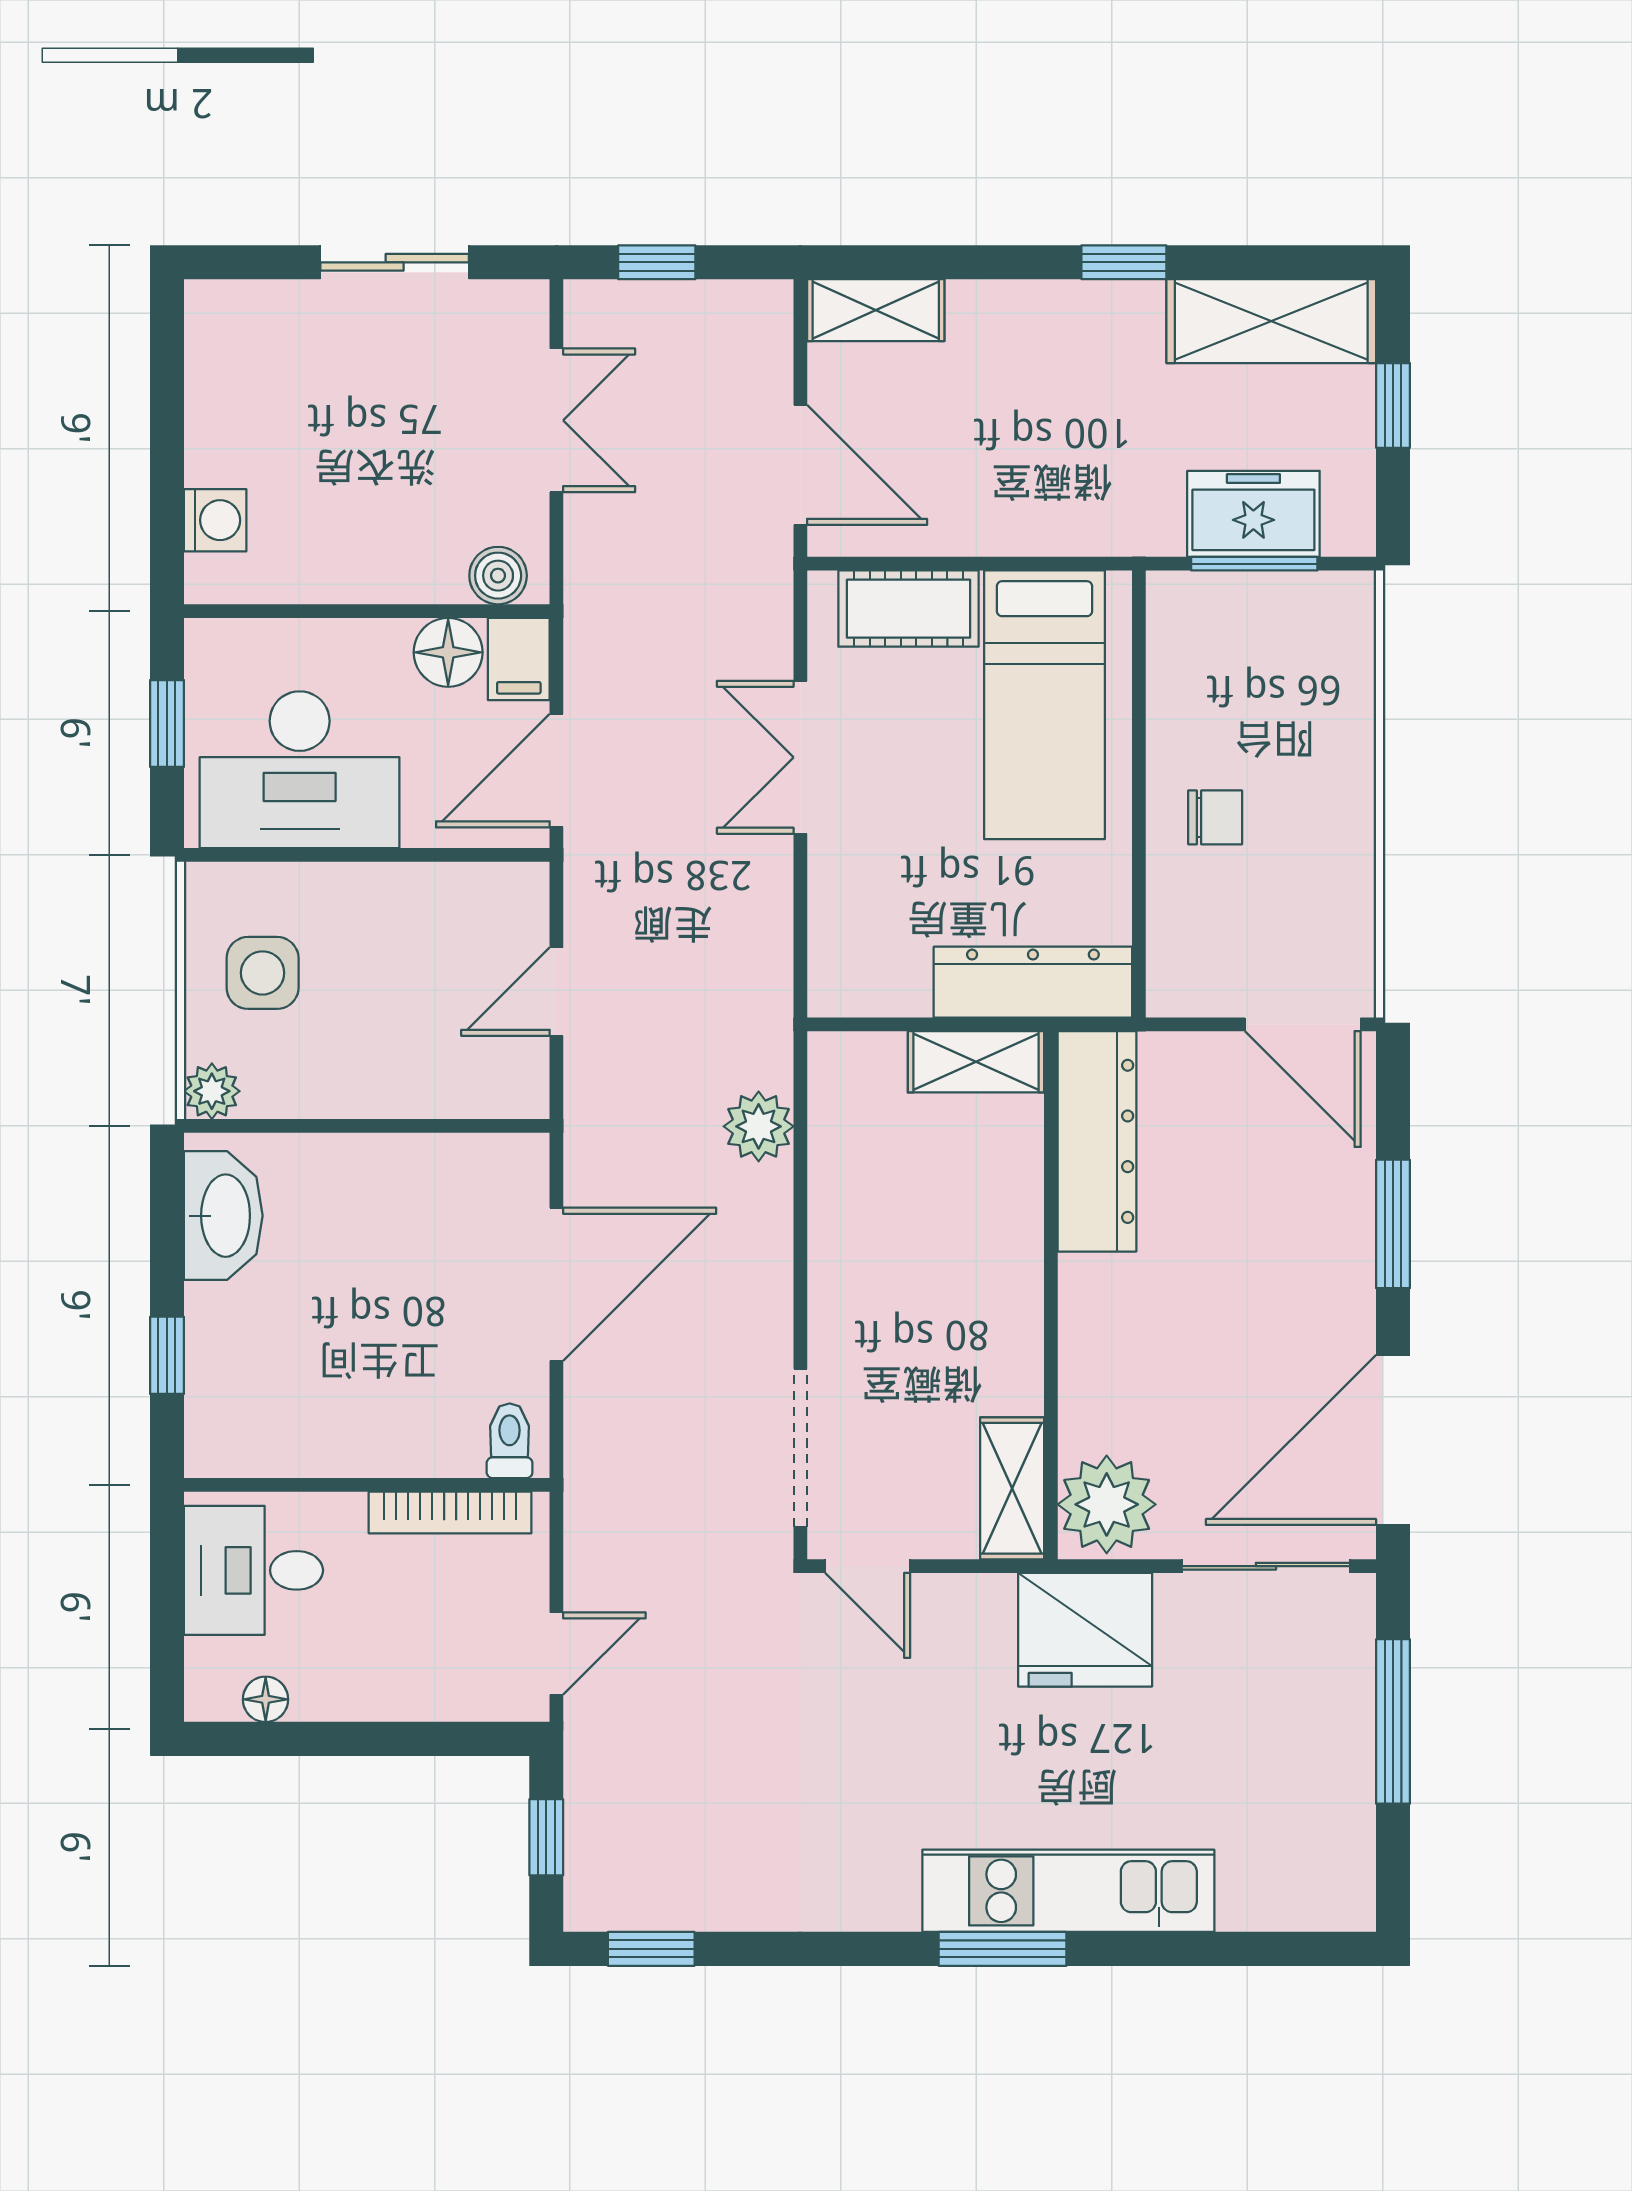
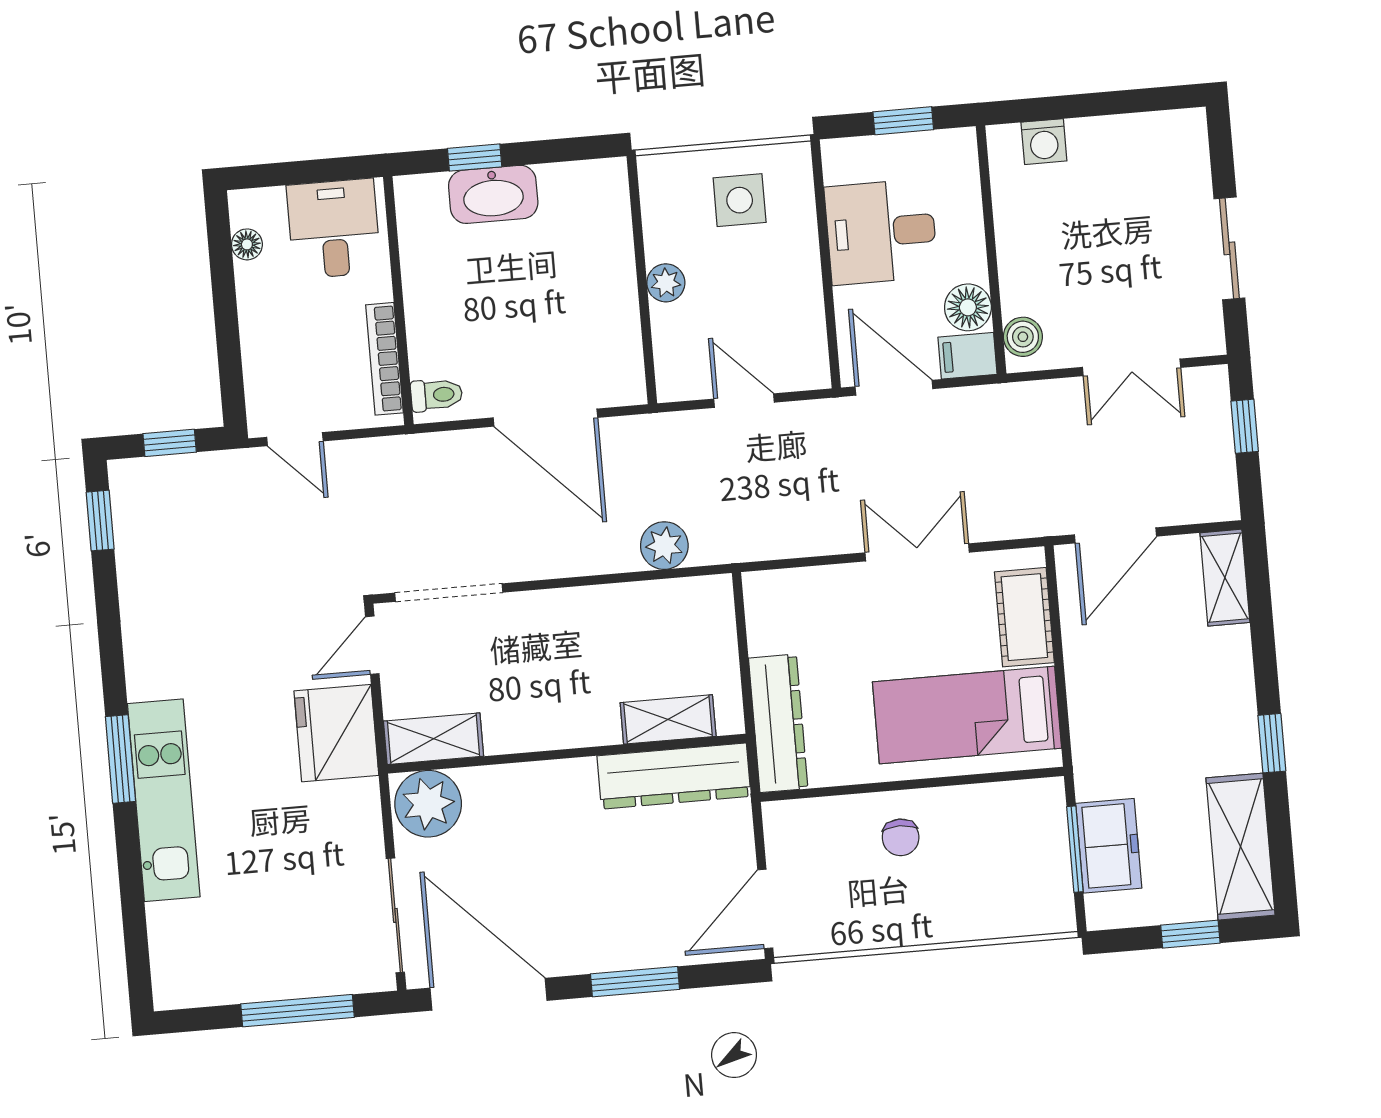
desk: (300, 770) -> (881, 232), width x0.73
shelving: (976, 1062) -> (668, 719), moved, turned 90
plant: (212, 1091) -> (666, 283), moved
washbasin: (223, 1216) -> (493, 194), moved
fridge: (1085, 1630) -> (336, 733), moved

